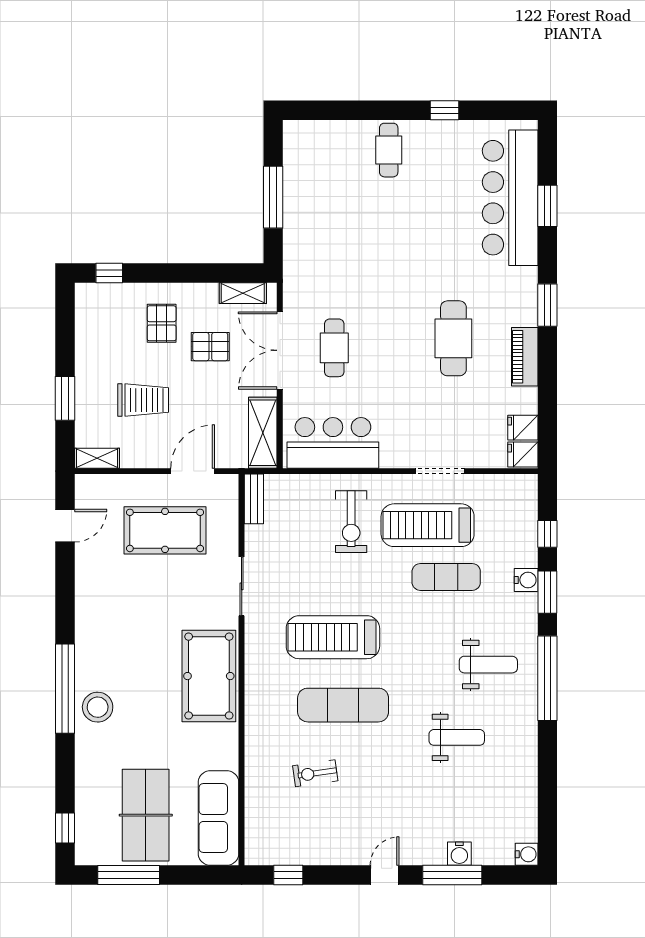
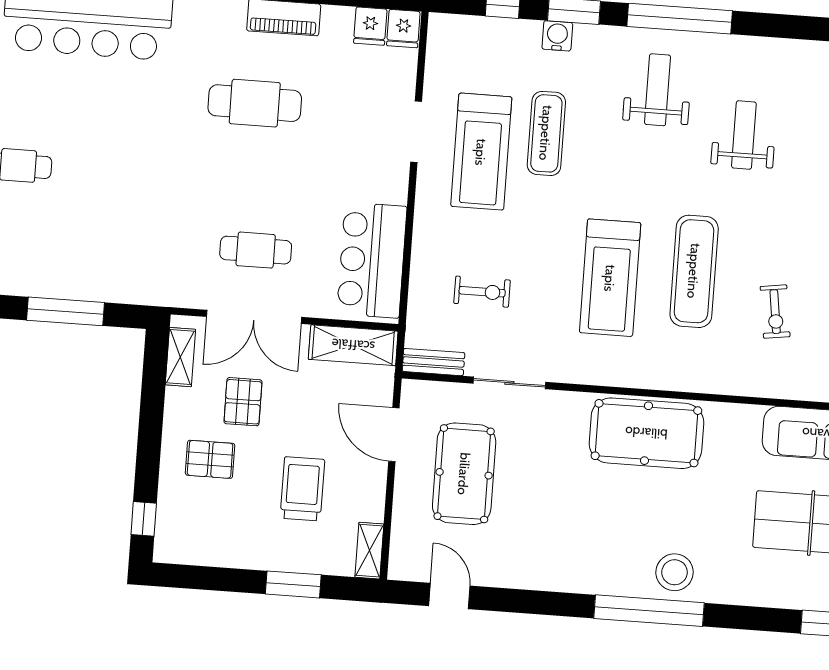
exercise bike: (351, 522) -> (482, 292), moved, width x0.73, depth x0.72
sliding door: (242, 586) -> (509, 383), moved

